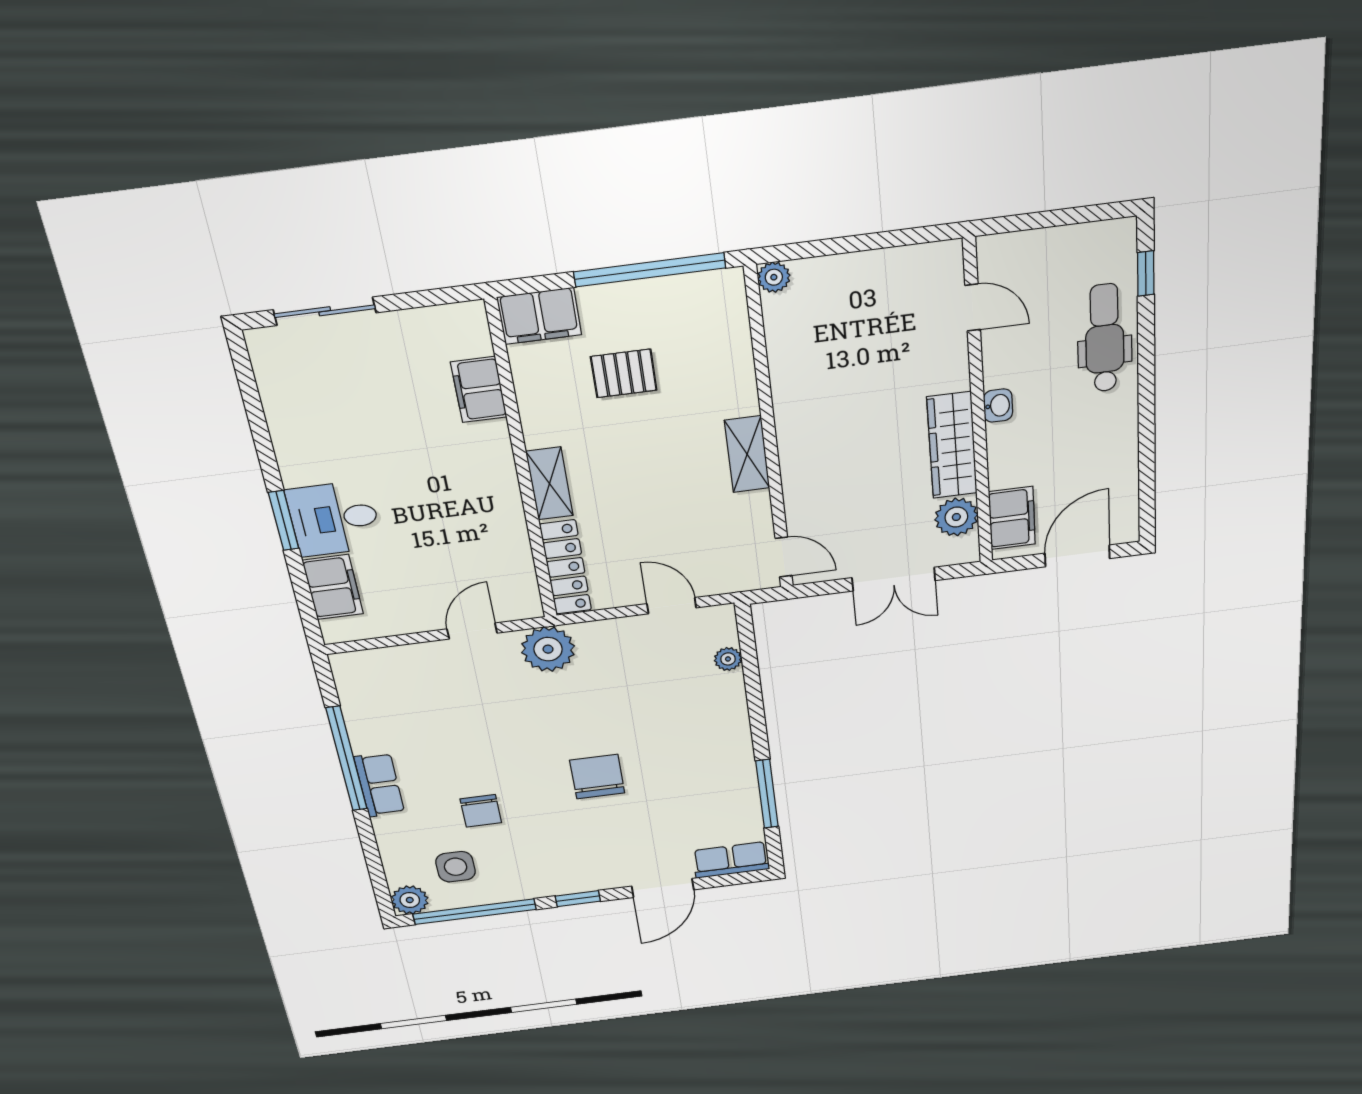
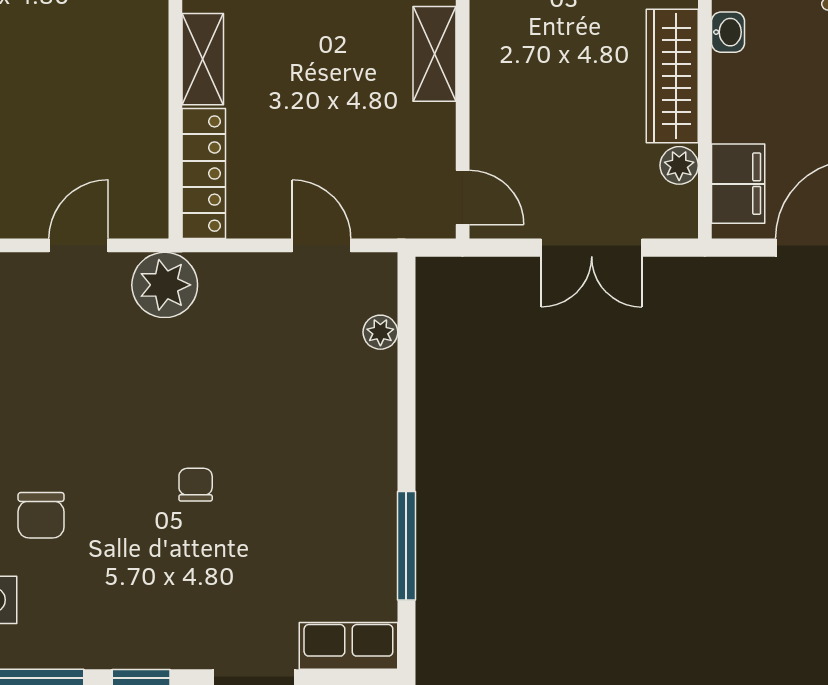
plant: (956, 517) -> (679, 165), width x0.73, depth x0.73
chair: (597, 777) -> (196, 485), width x0.54, depth x0.54

